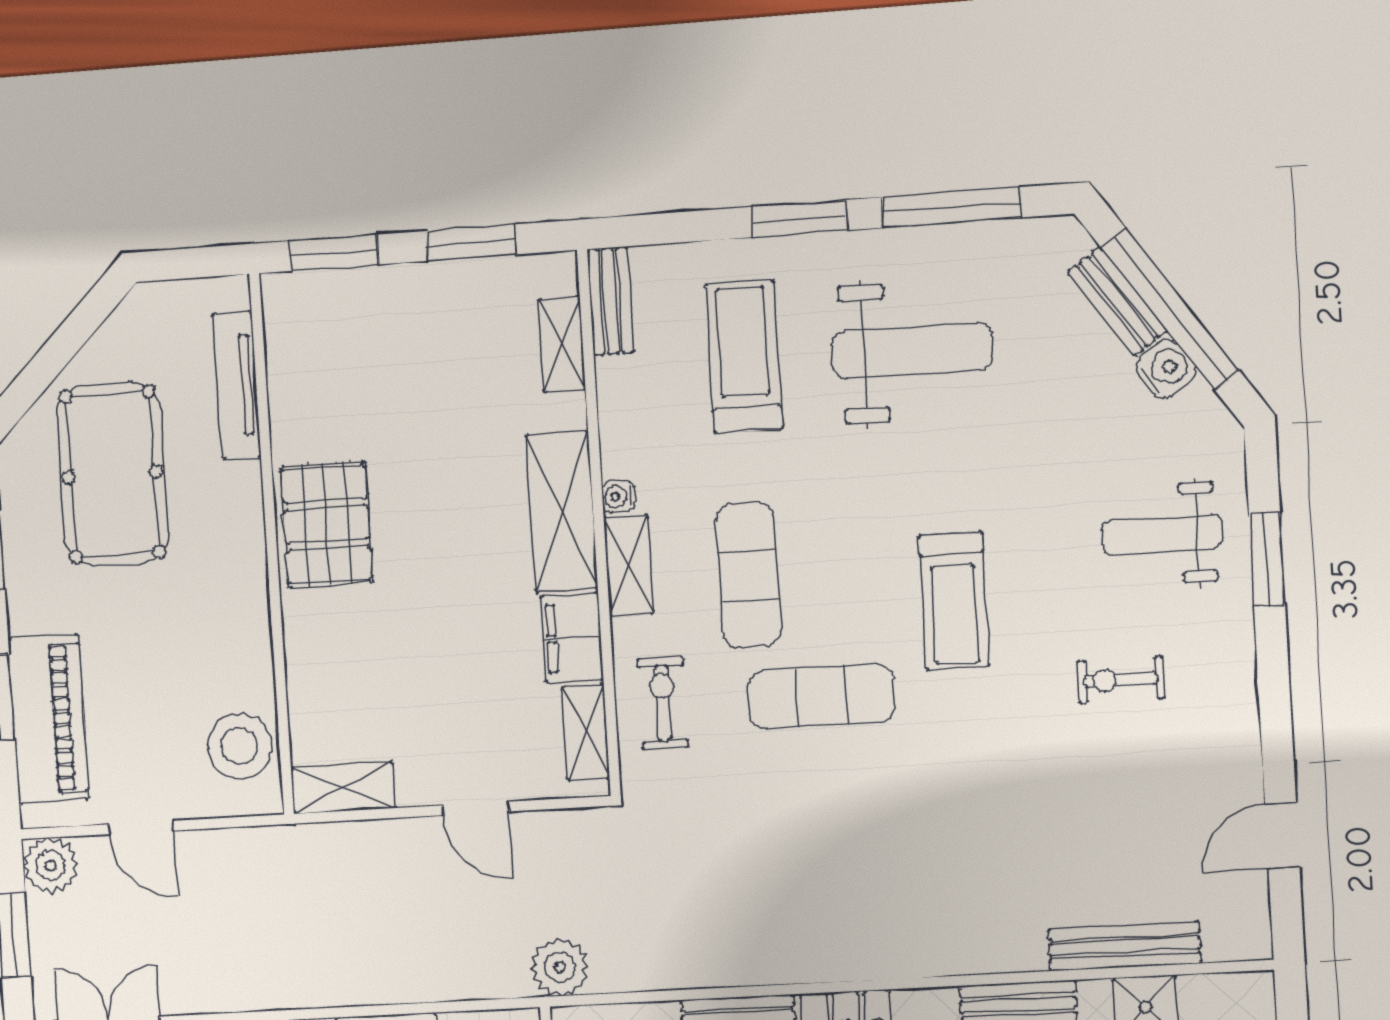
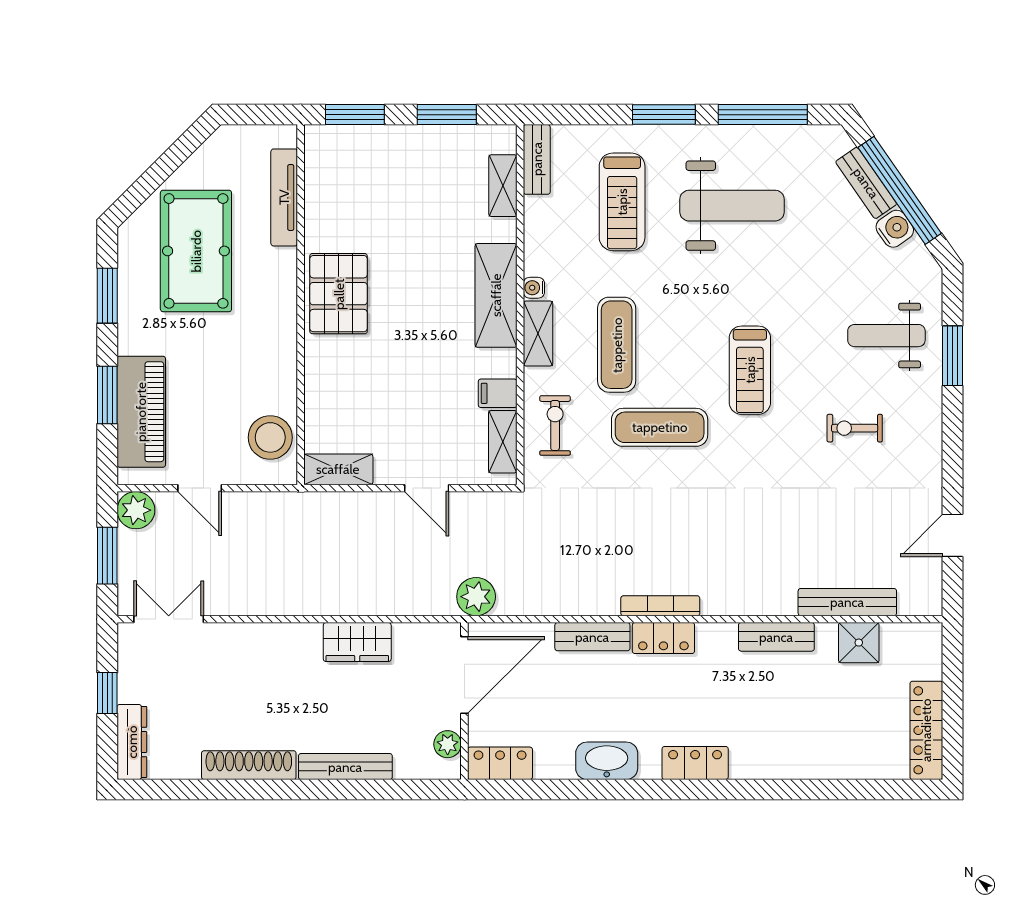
treadmill: (744, 357) -> (622, 202), turned 180
filing cabinet: (572, 638) -> (498, 393), width x0.50
bookcase: (838, 967) -> (660, 606), added

